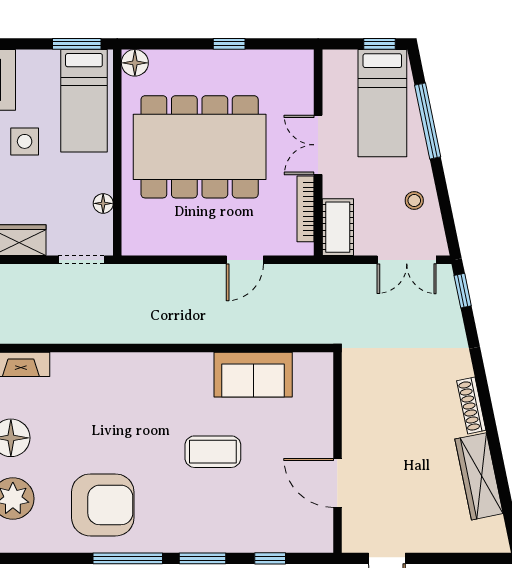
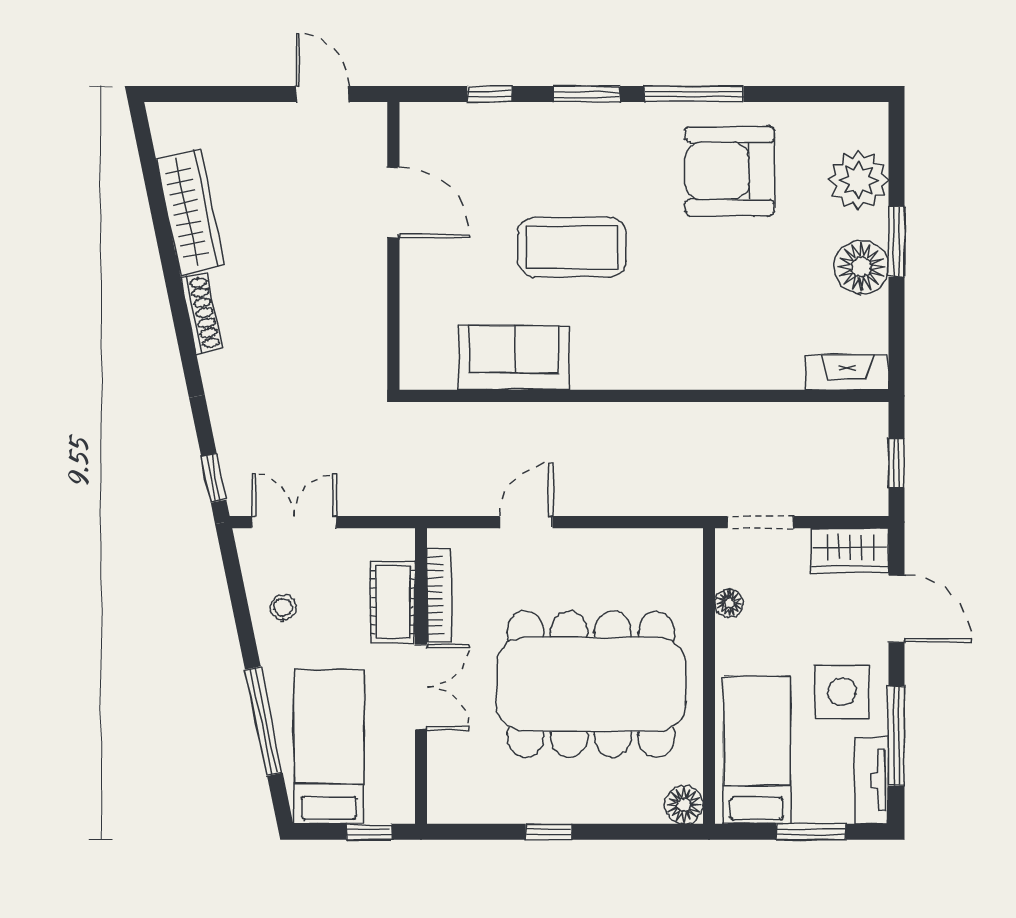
window: (77, 44) -> (811, 832), moved
window: (379, 44) -> (369, 832), moved
side table: (25, 141) -> (842, 692), width x1.37, depth x1.37
cot: (338, 227) -> (393, 602), moved
coffee table: (213, 452) -> (572, 247), width x1.36, depth x1.32

